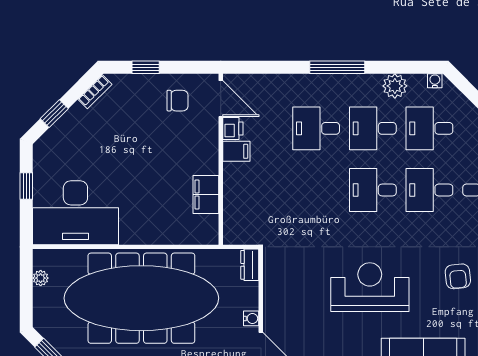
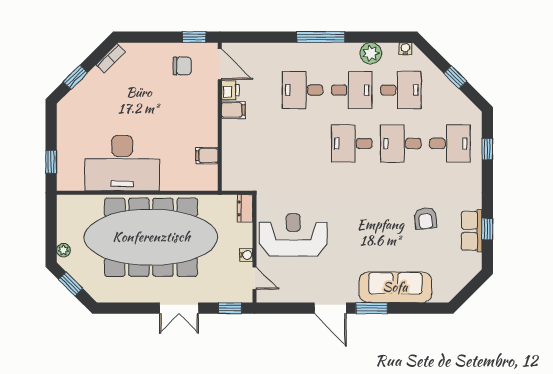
window: (146, 67) -> (194, 37), moved
desk: (373, 128) -> (352, 90), turned 180
desk: (429, 128) -> (401, 90), turned 180
window: (26, 186) -> (51, 162), moved
filing cabinet: (206, 194) -> (207, 156), width x0.50
desk: (75, 213) -> (122, 163), moved
plant: (41, 278) -> (63, 250), moved
reception desk: (370, 287) -> (293, 235), moved

